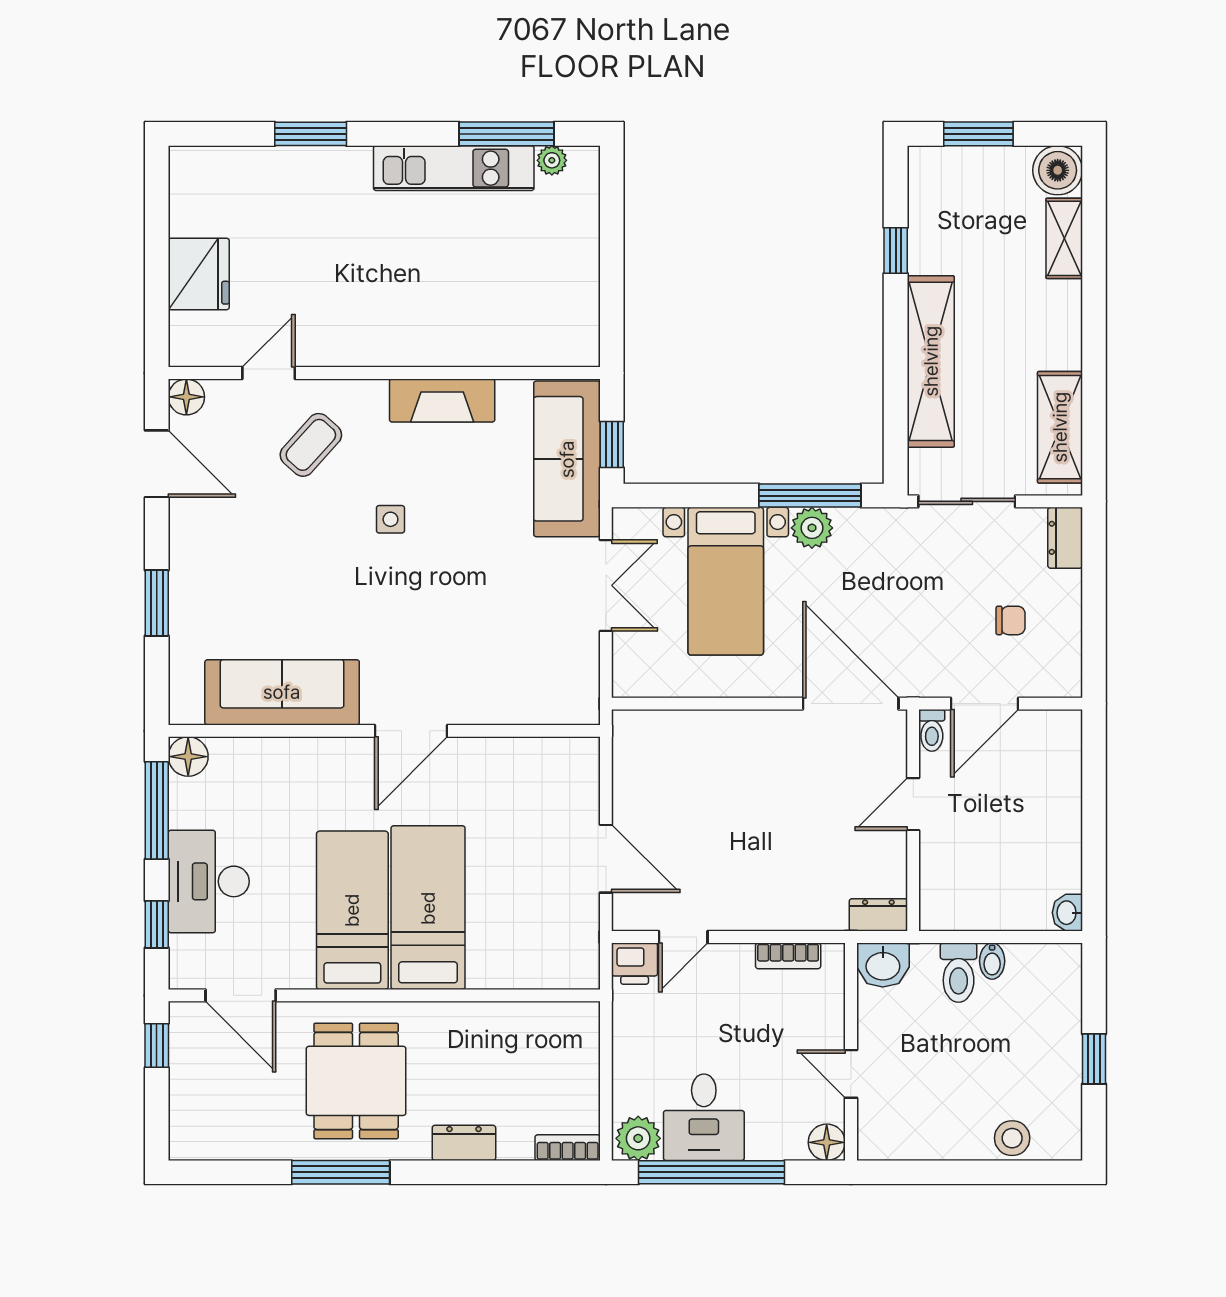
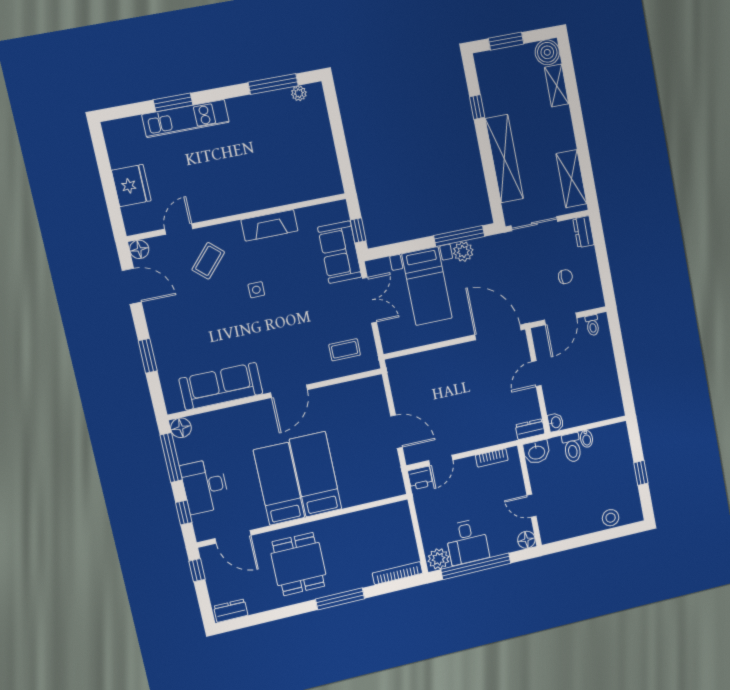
kitchen unit: (454, 168) -> (186, 119), moved
sofa: (567, 459) -> (340, 252), width x0.73
coffee table: (537, 673) -> (345, 350), added
toilet: (932, 730) -> (592, 325), moved
washbasin: (1067, 913) -> (556, 422), moved, turned 180
dresser: (464, 1143) -> (231, 611), moved
bookcase: (568, 1148) -> (398, 573), width x1.56
window: (341, 1172) -> (340, 599), moved

